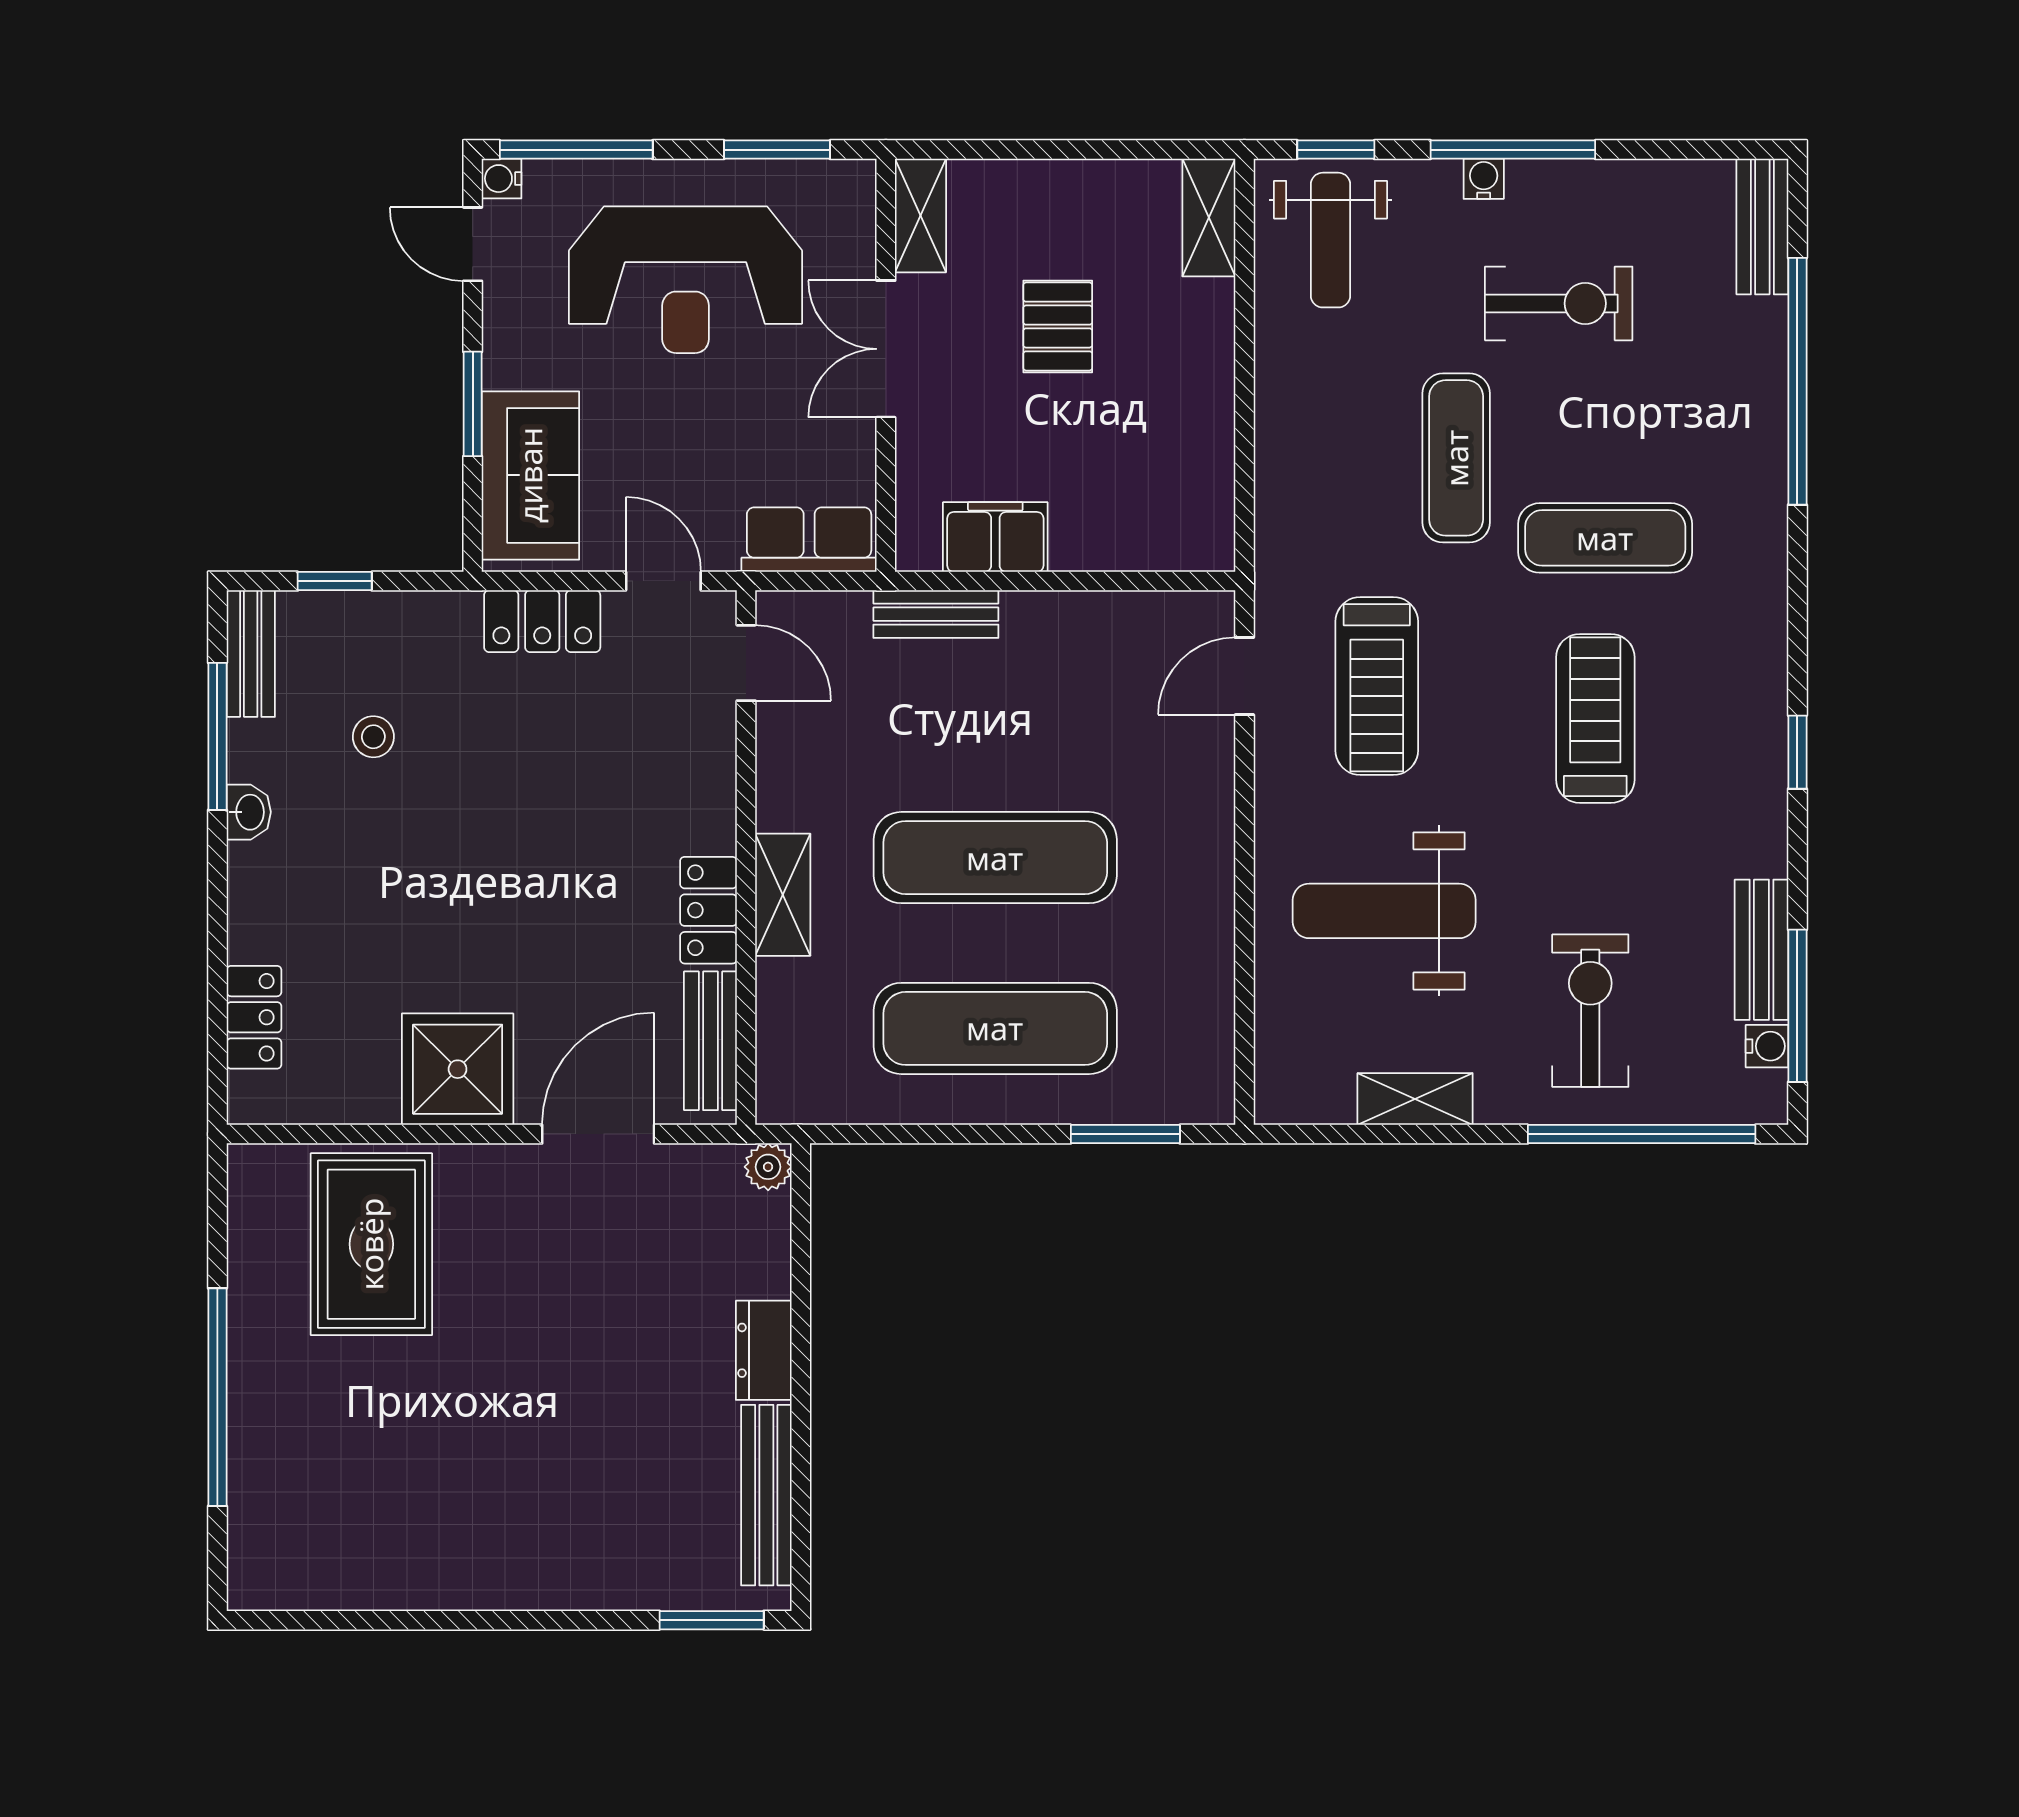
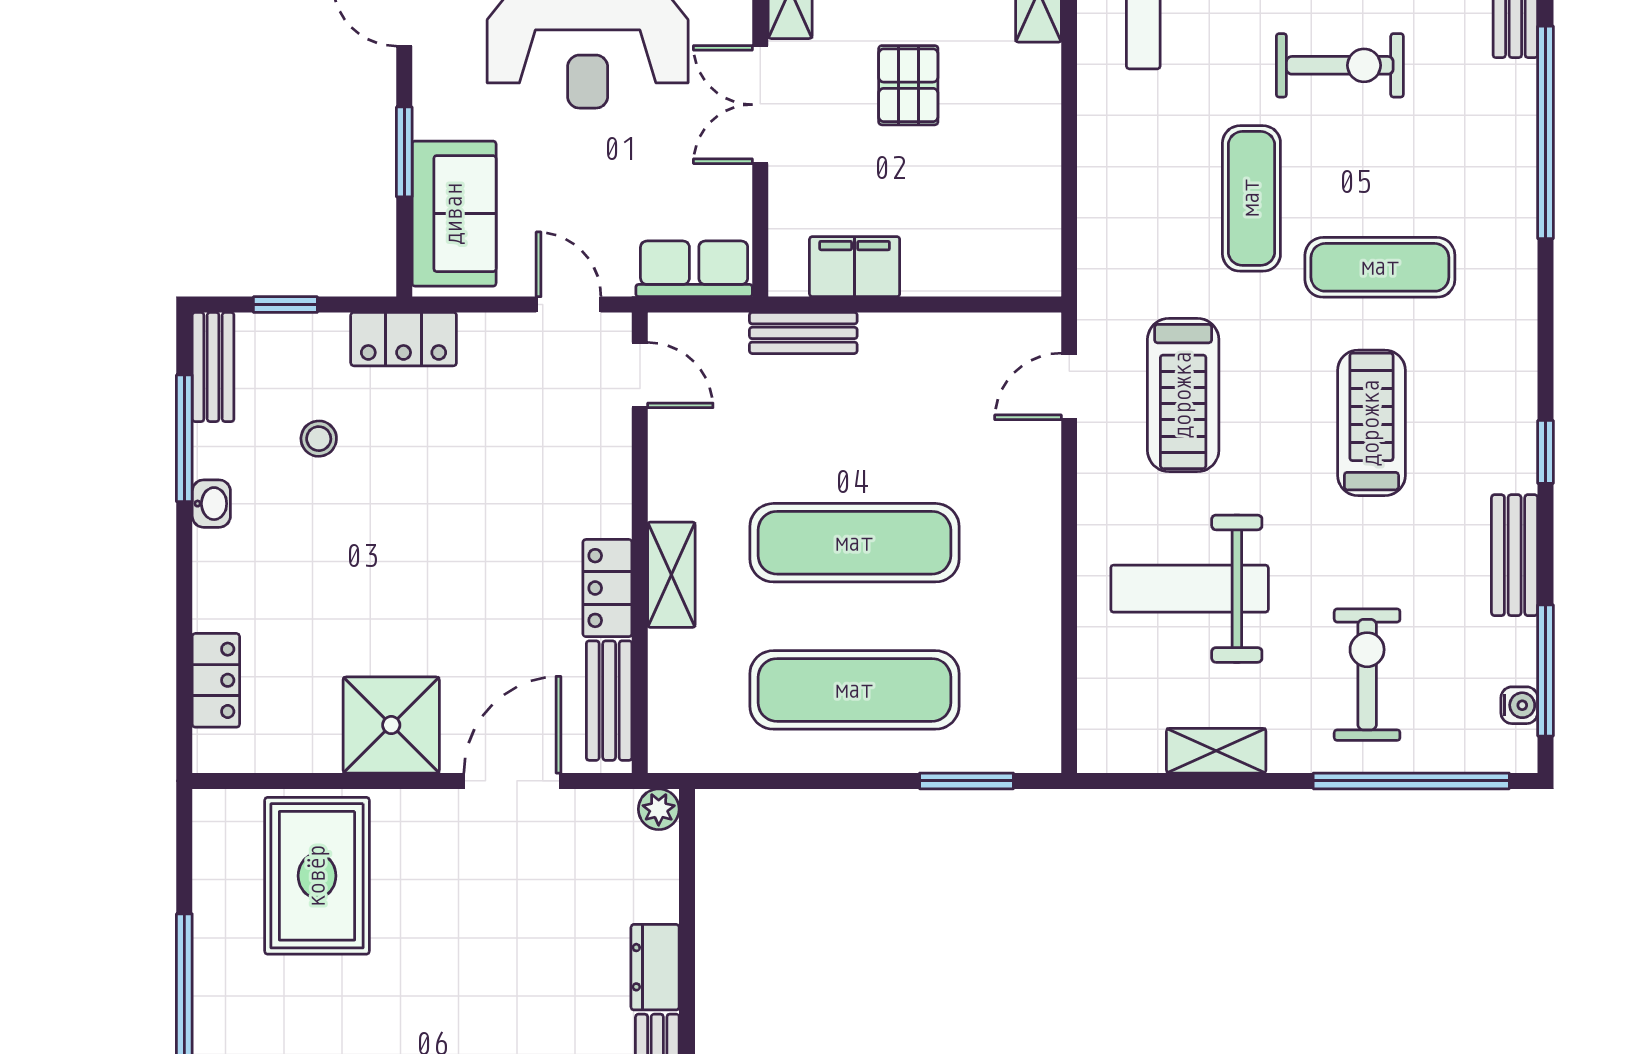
locker: (542, 621) -> (404, 339), moved
bench: (1761, 950) -> (1515, 555), moved

